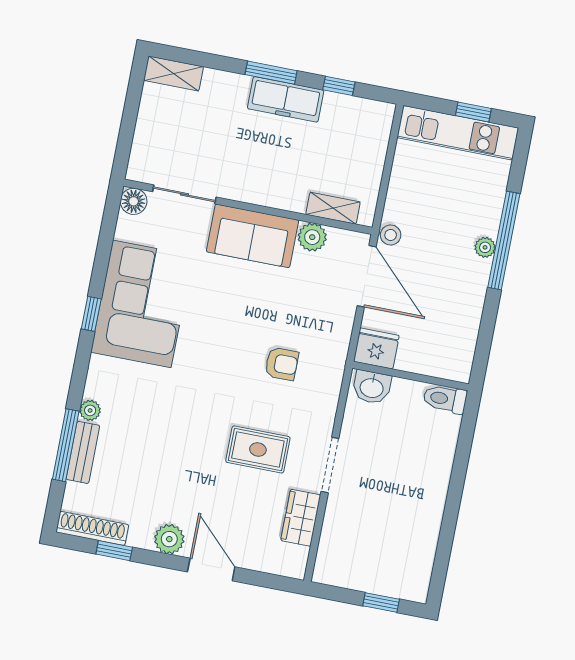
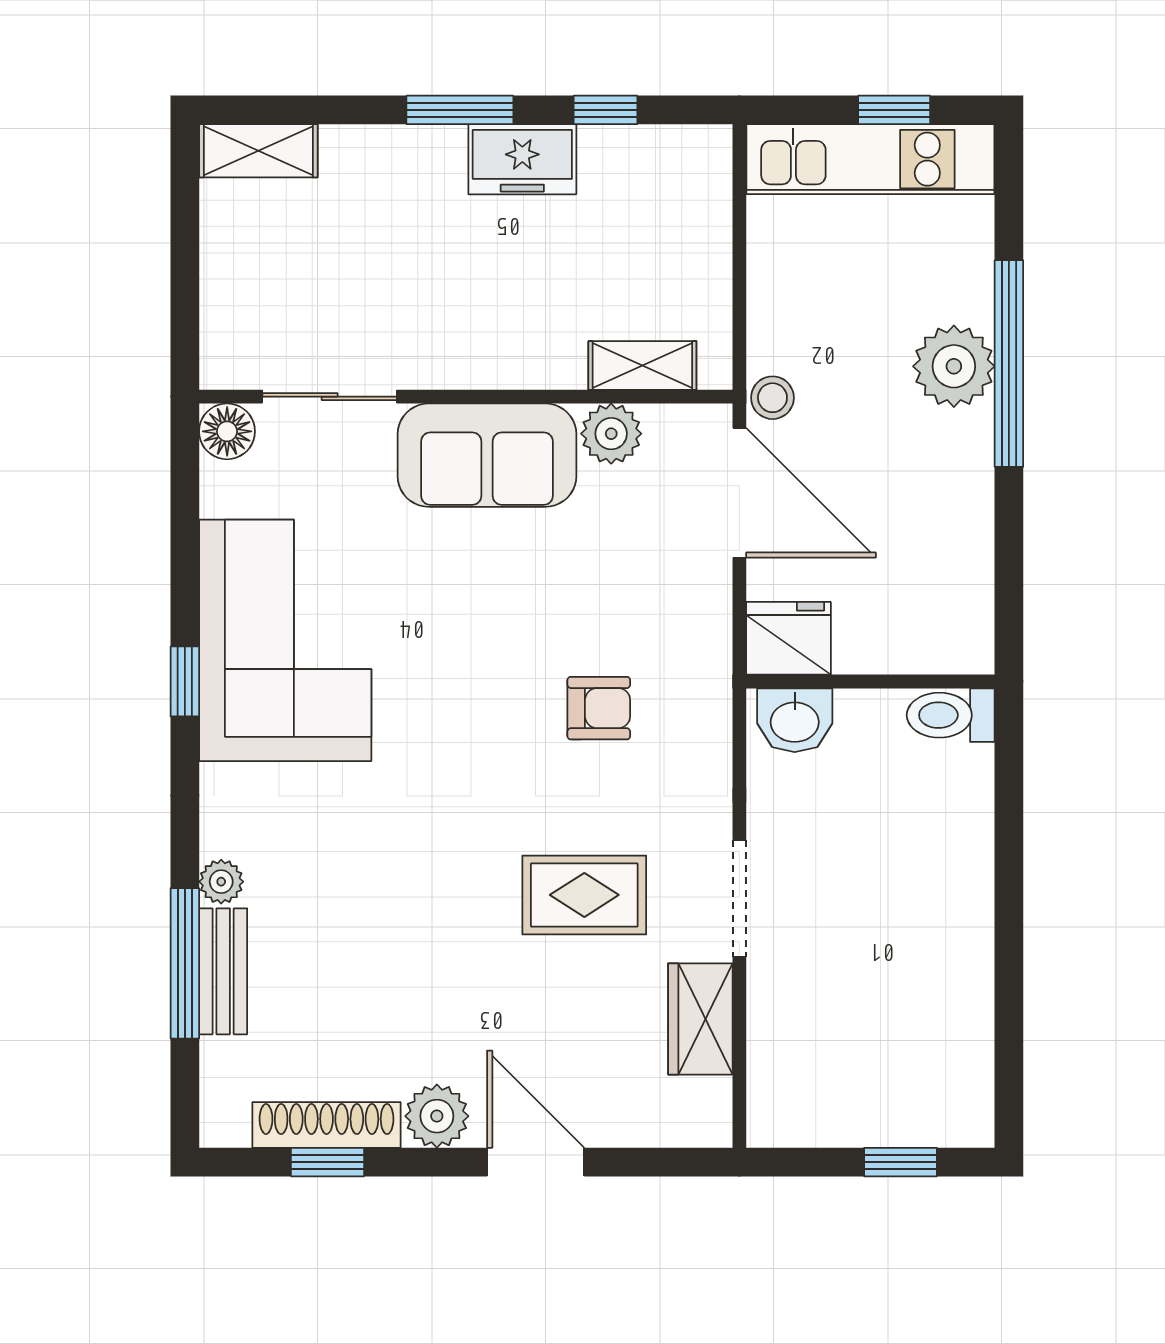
freezer: (286, 99) -> (522, 159), width x0.71
plant: (485, 247) -> (954, 366), width x1.87, depth x1.87
shoe rack: (92, 528) -> (327, 1125), moved

